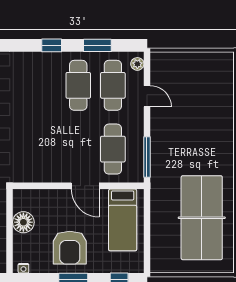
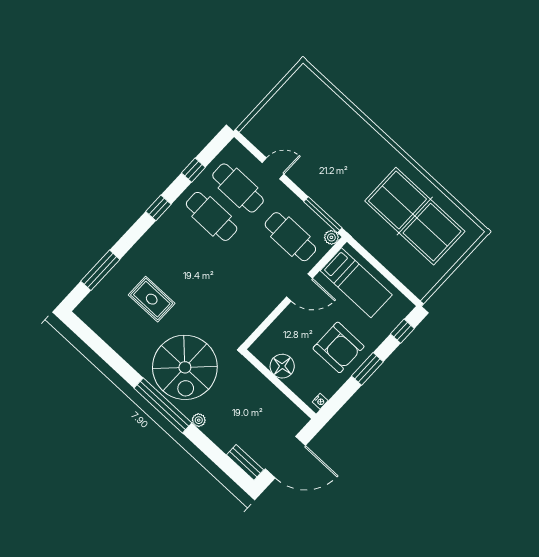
window: (97, 45) -> (193, 170), width x0.67
plant: (137, 64) -> (331, 237), moved

